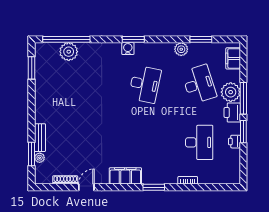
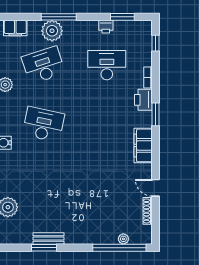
window: (32, 68) -> (44, 248), moved
printer: (232, 113) -> (143, 100), moved, turned 90
window: (243, 132) -> (122, 17), moved
bench: (40, 138) -> (48, 238), moved
window: (32, 154) -> (119, 248), width x2.11
window: (219, 187) -> (156, 43), added

